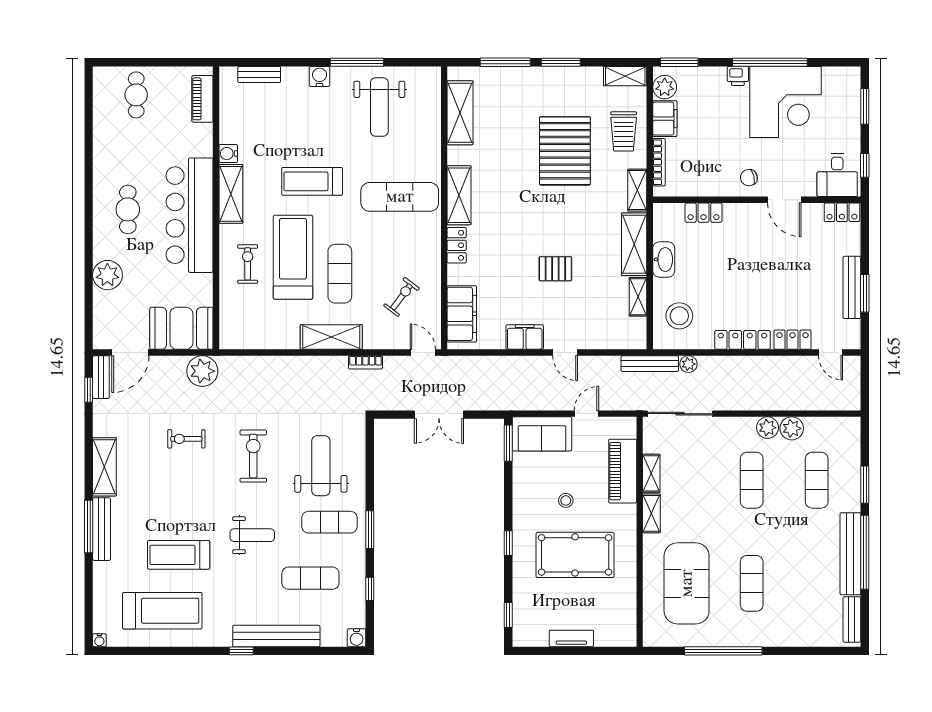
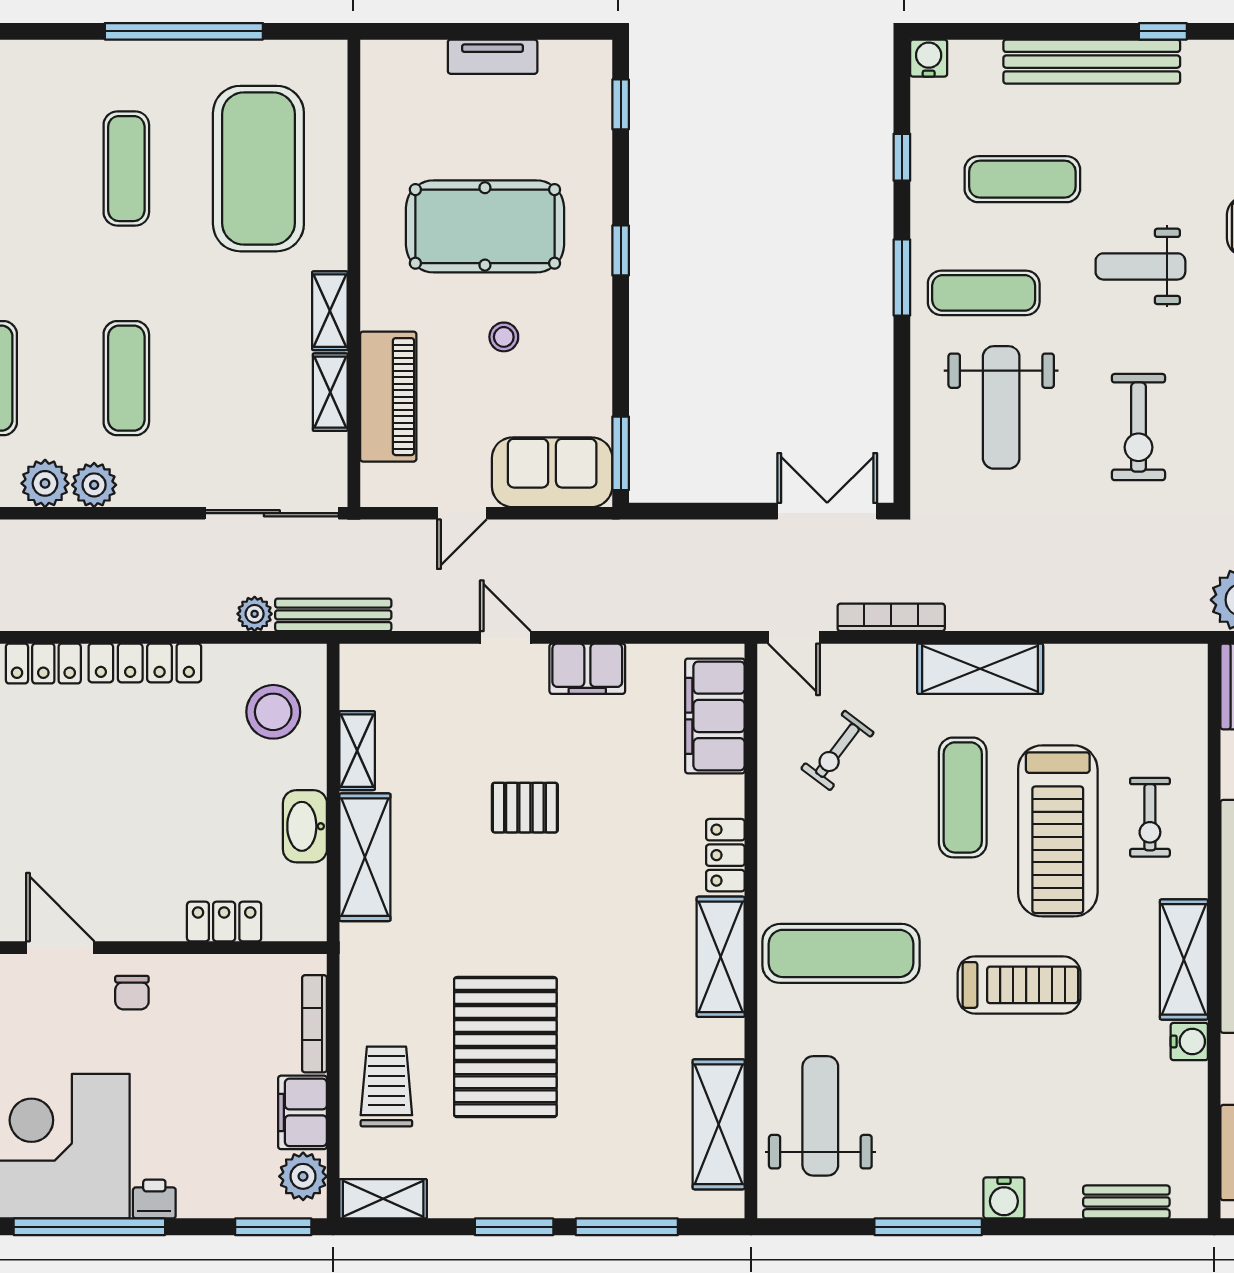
weight bench: (379, 107) -> (820, 1116), moved
chair: (749, 178) -> (132, 993), turned 102
shelving: (637, 190) -> (359, 967), removed
bookcase: (366, 362) -> (891, 617), width x1.56
double door: (439, 415) -> (827, 511), moved

